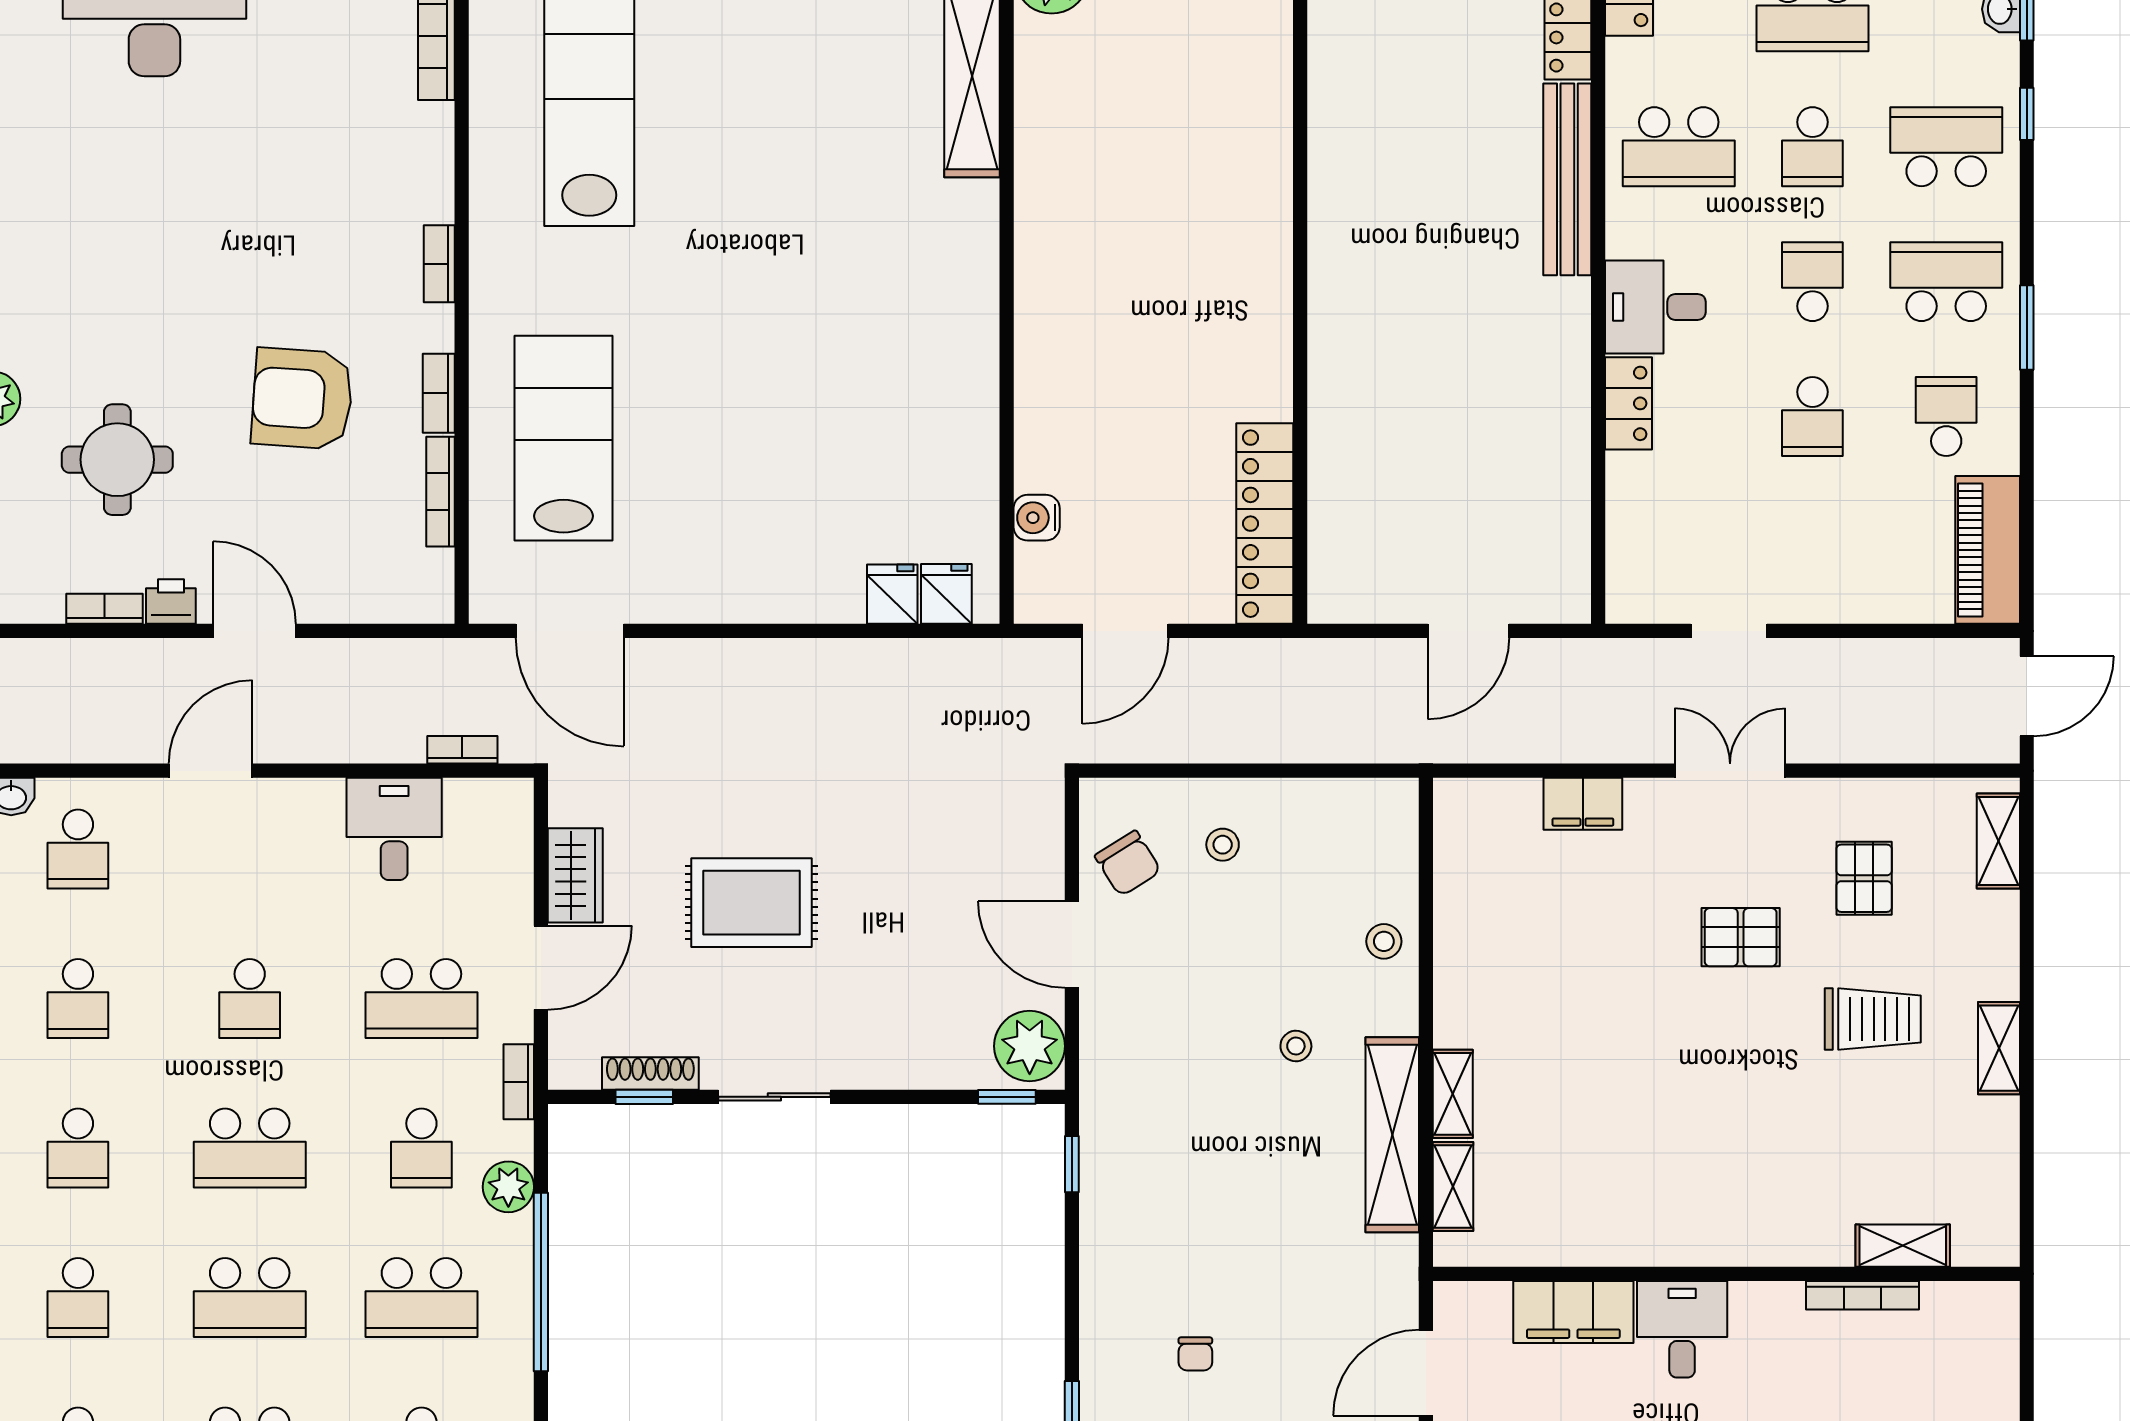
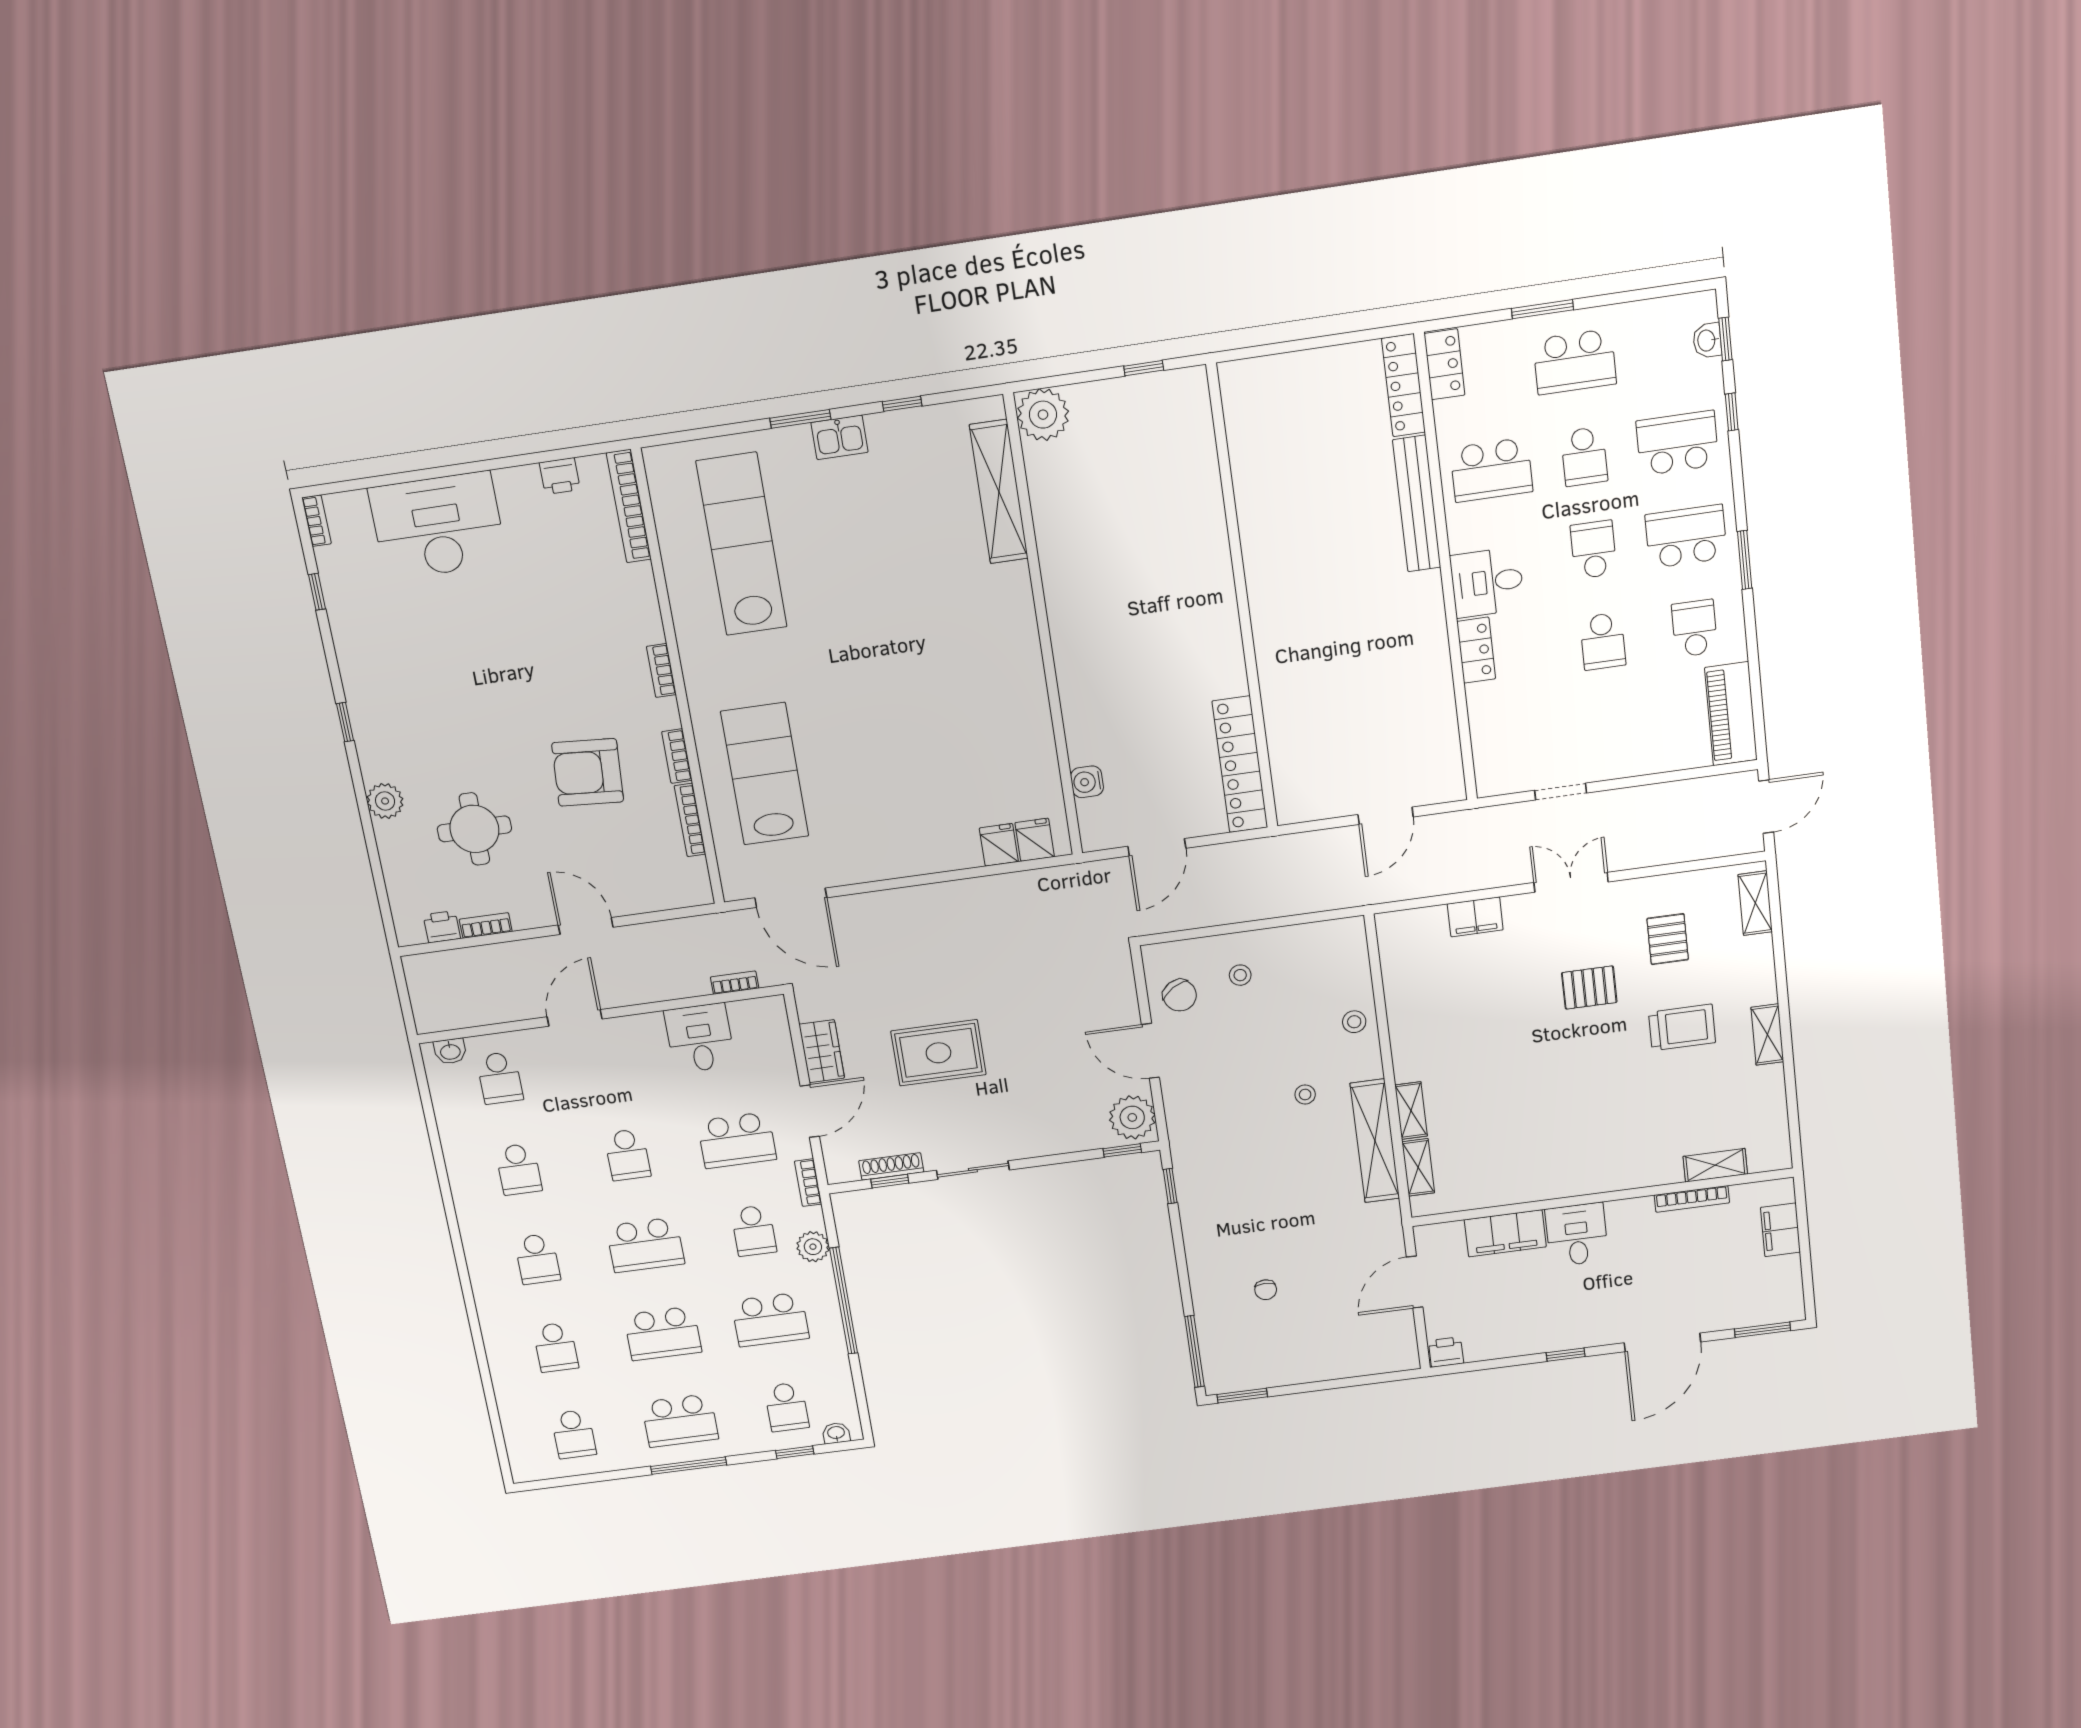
printer: (171, 601) -> (442, 927), moved
filing cabinet: (1992, 1364) -> (1780, 1230), added

